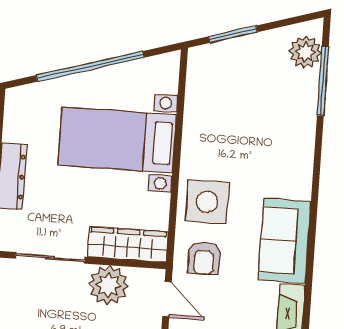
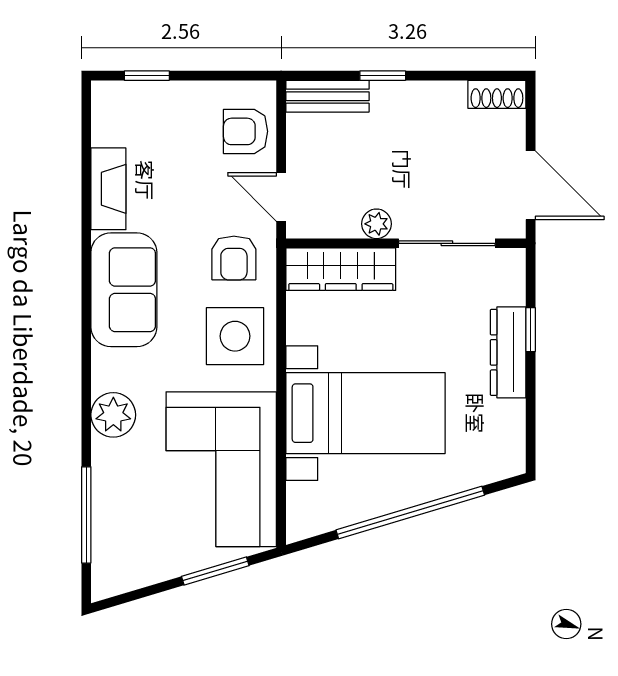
plant: (305, 52) -> (113, 415), moved
corner sofa: (224, 107) -> (221, 469), added
armchair: (204, 258) -> (234, 258), turned 180
plant: (108, 285) -> (377, 224), width x0.53, depth x0.53

